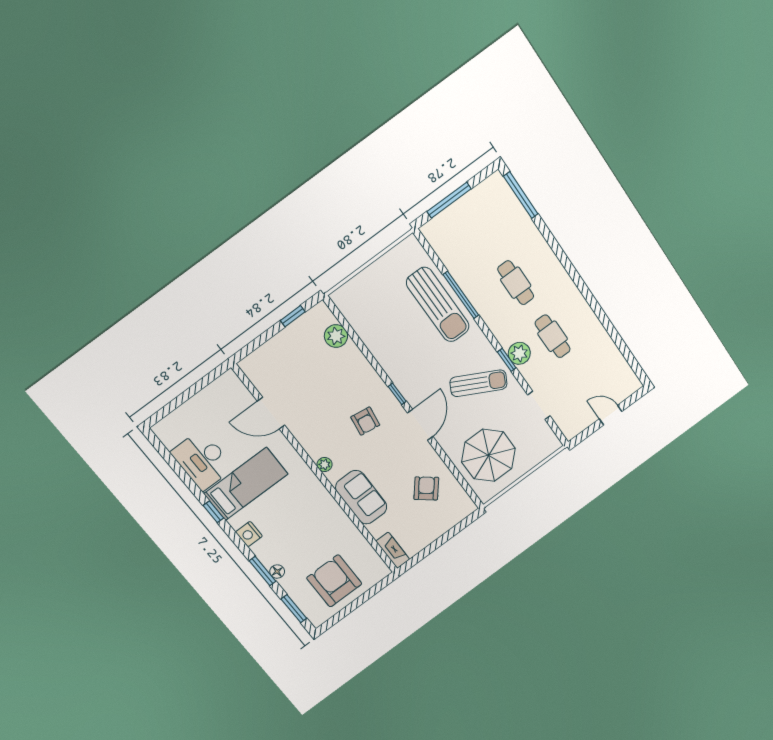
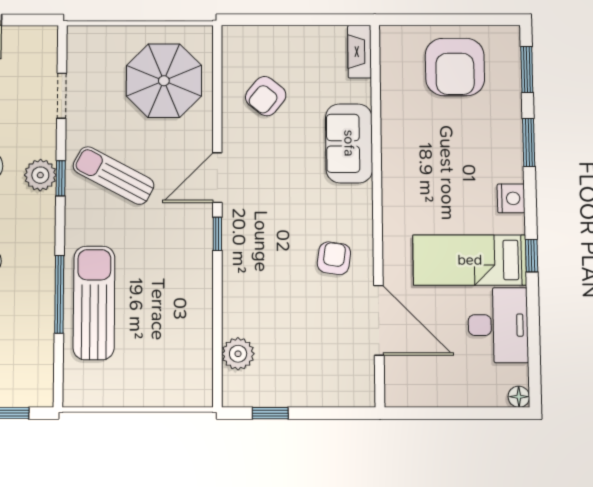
door: (271, 413) -> (379, 320), width x1.36
armchair: (365, 421) -> (334, 258), moved
plant: (325, 465) -> (363, 214), removed
floor lamp: (277, 572) -> (519, 397), moved

